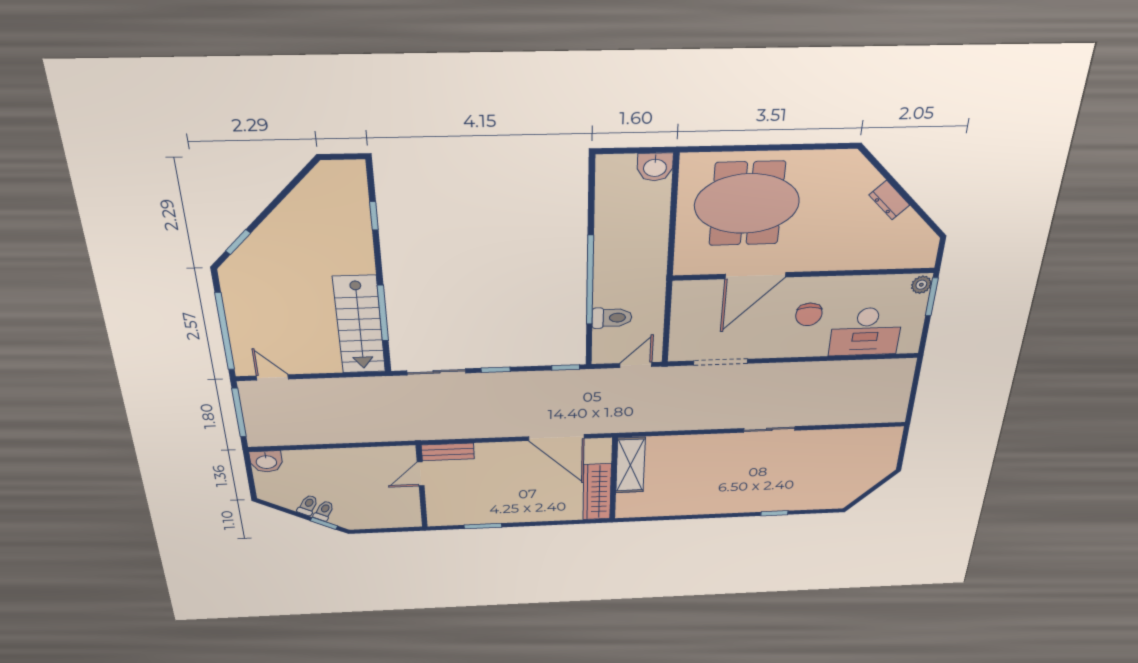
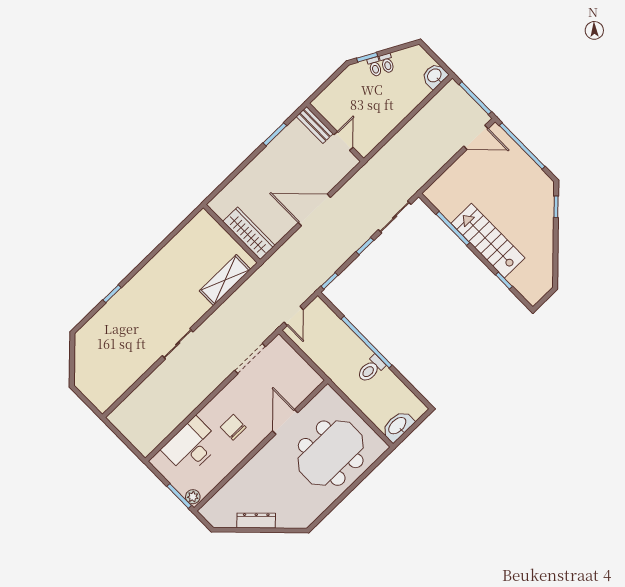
washbasin: (655, 167) -> (398, 426), width x1.38
dresser: (889, 200) -> (256, 520), width x1.44
door: (755, 276) -> (285, 422), width x0.73
toilet: (612, 318) -> (371, 369), moved
stairs: (359, 325) -> (488, 241), moved
door: (272, 377) -> (476, 137), width x1.38
door: (556, 438) -> (314, 210), moved
bench: (448, 452) -> (315, 125), moved, turned 90
shelving: (630, 465) -> (225, 280), moved, turned 90
wardrobe: (597, 492) -> (249, 233), moved

